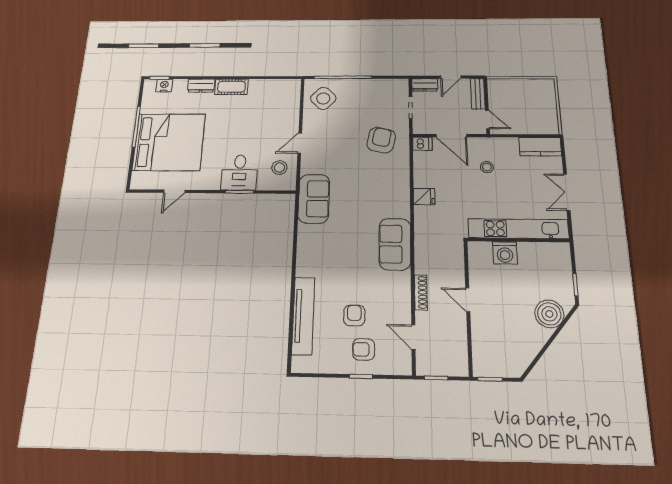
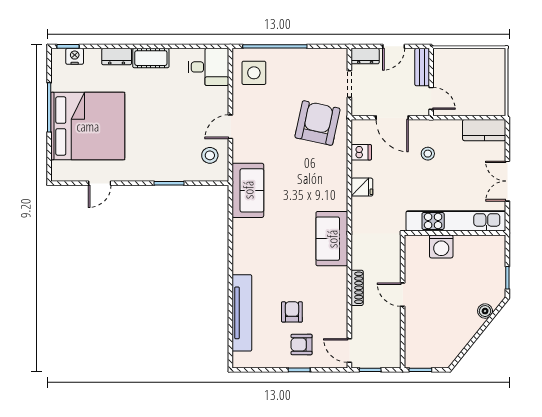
side table: (323, 98) -> (254, 73), turned 45
armchair: (381, 140) -> (317, 123), width x1.36, depth x1.36
dishwasher: (422, 144) -> (361, 152), moved
desk: (239, 172) -> (208, 67), moved, turned -90
boiler: (549, 314) -> (485, 311), width x0.54, depth x0.54
door: (413, 337) -> (349, 350), moved

